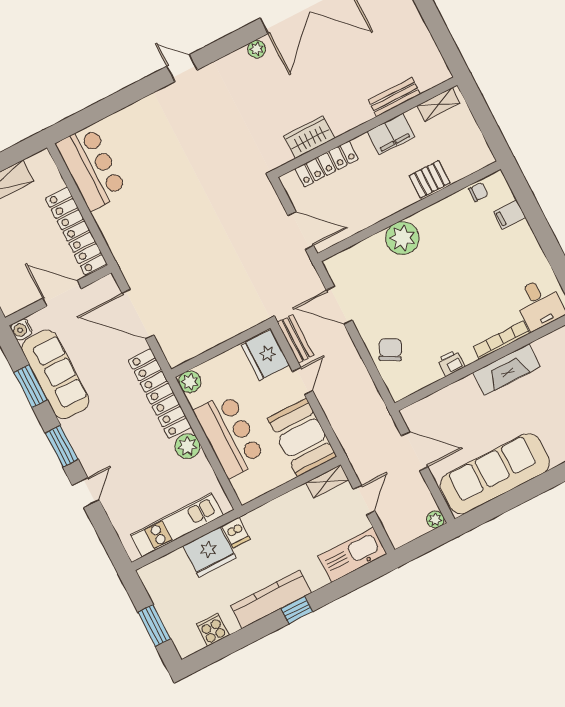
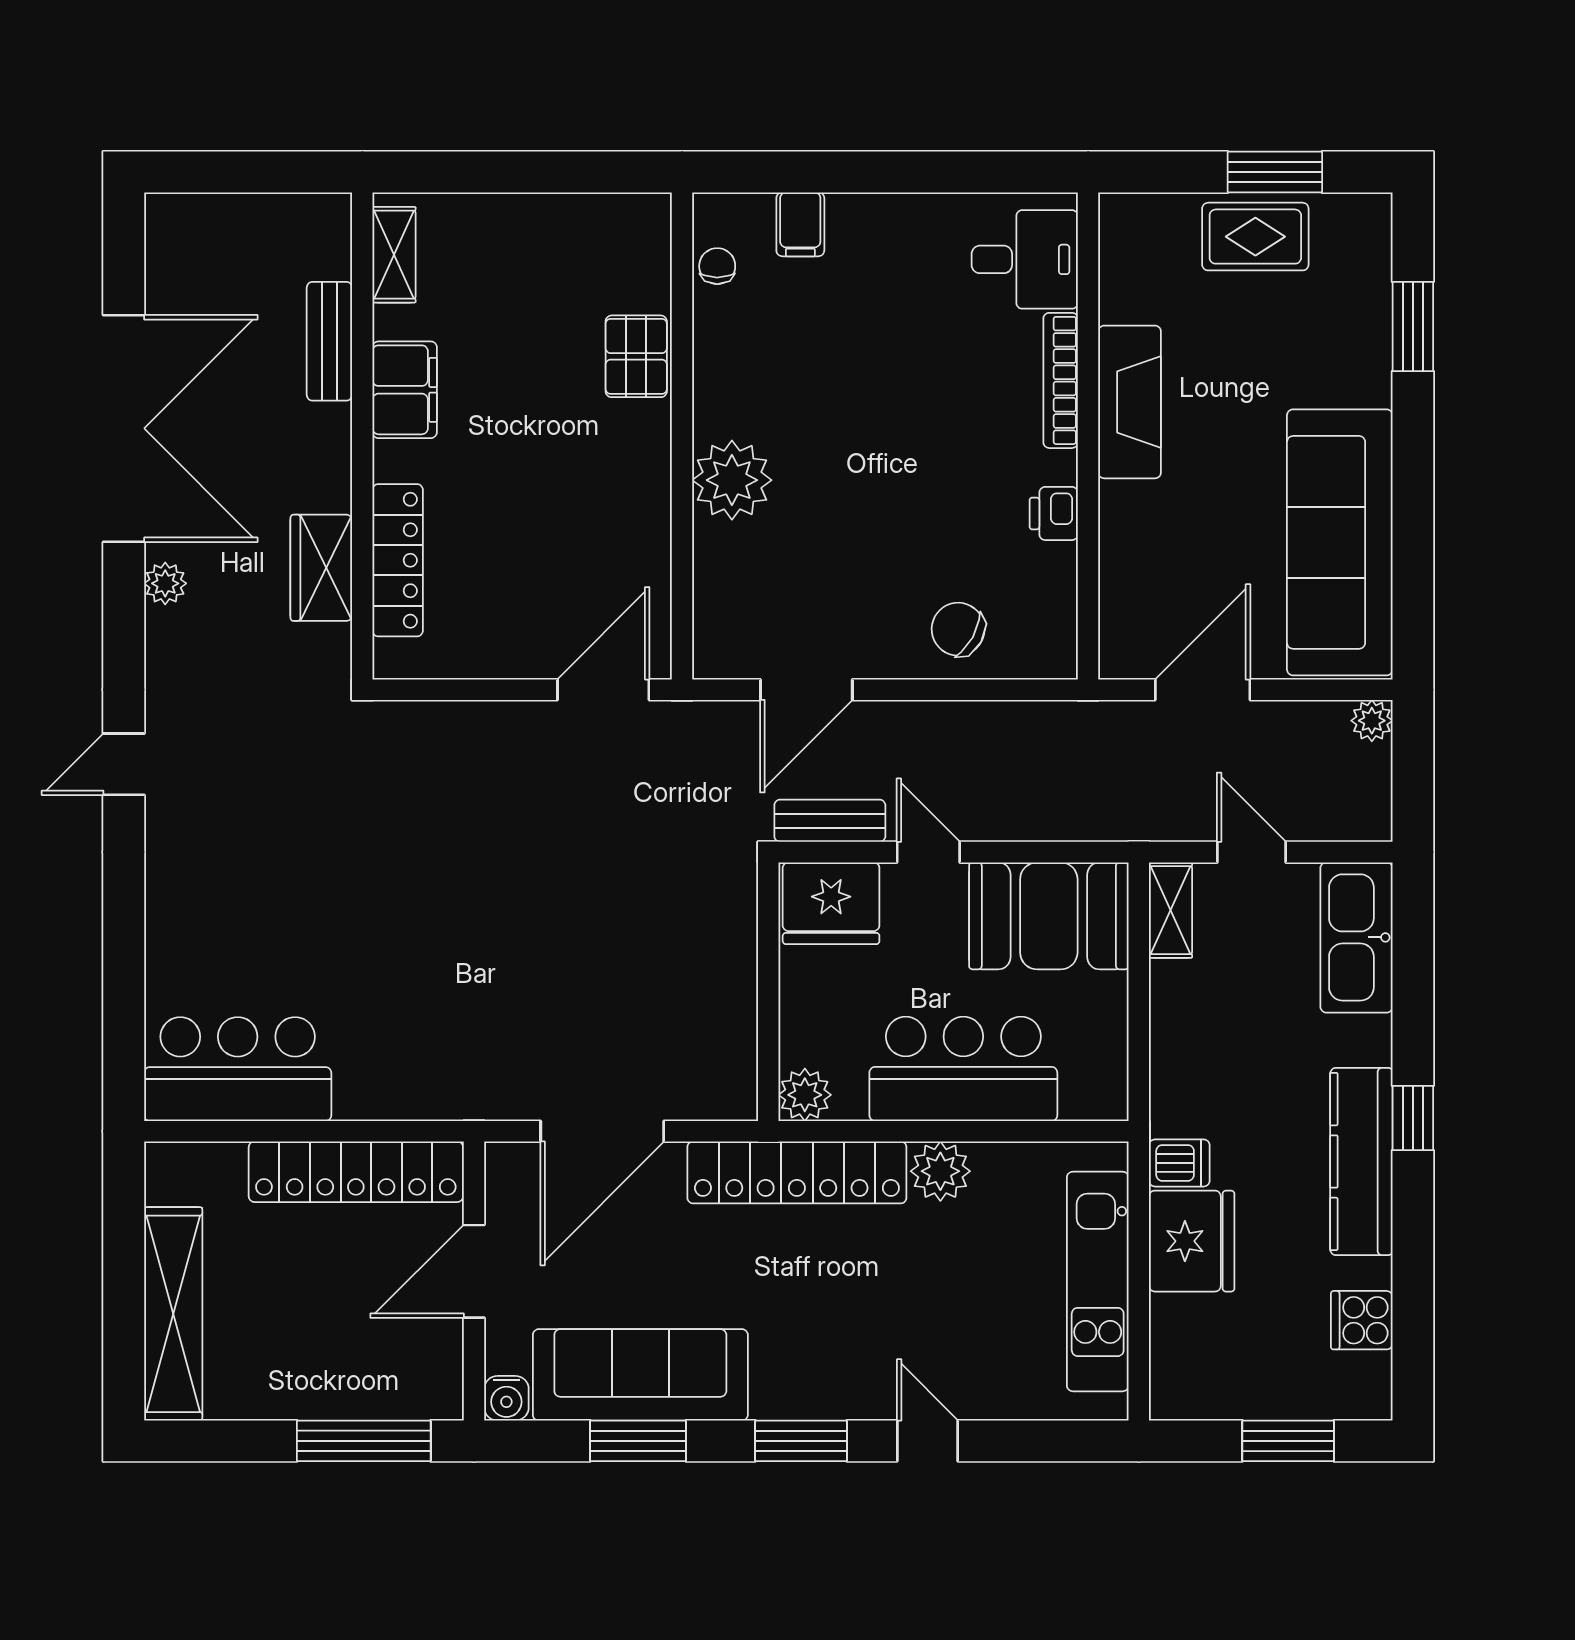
bench: (394, 97) -> (329, 341), moved
shelving: (438, 104) -> (394, 255), moved
wall: (366, 127) -> (362, 436), moved
filing cabinet: (391, 134) -> (405, 390), moved
wardrobe: (309, 137) -> (321, 568), moved
locker: (327, 164) -> (398, 560), moved

